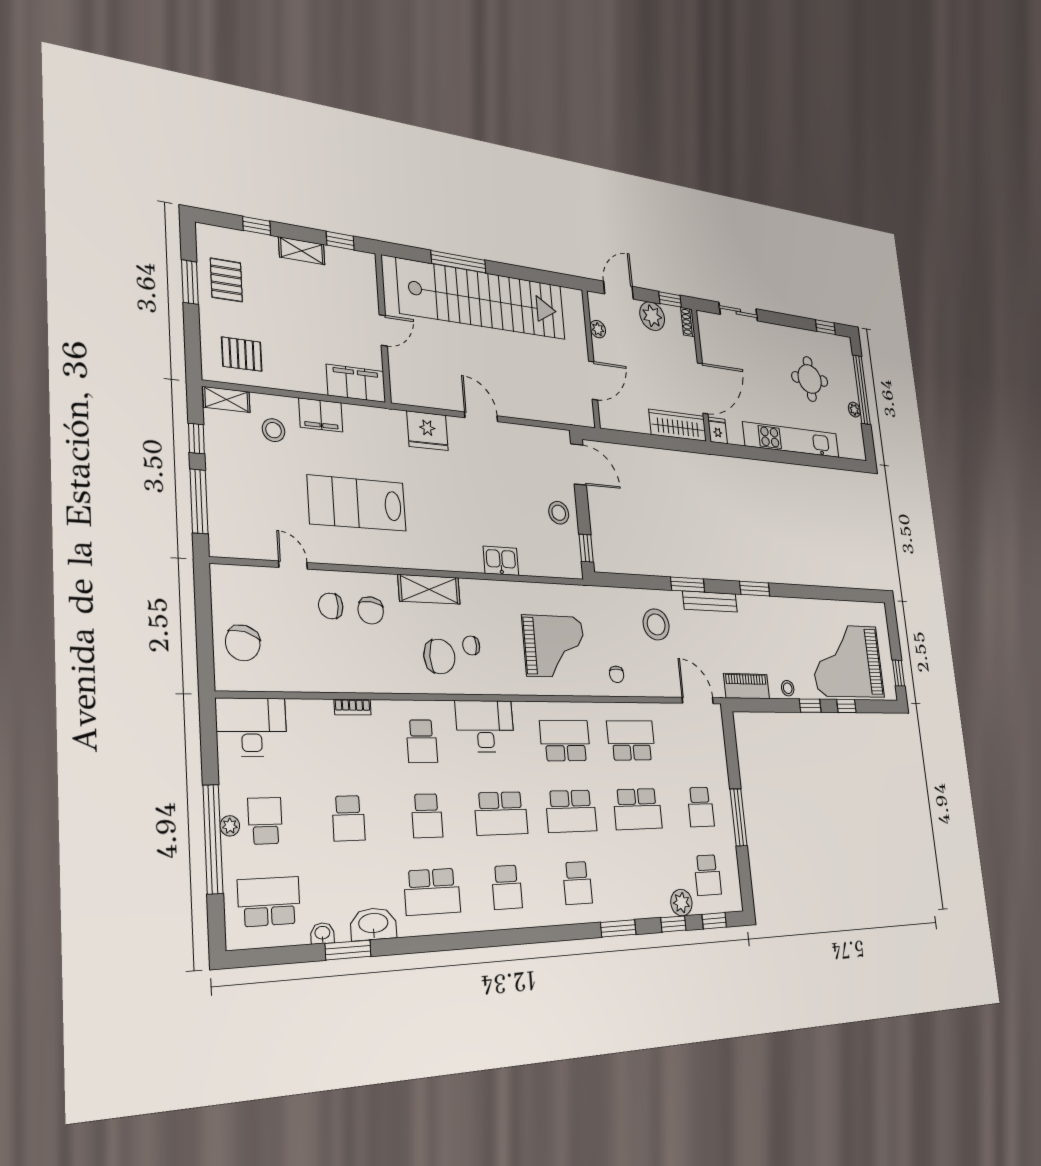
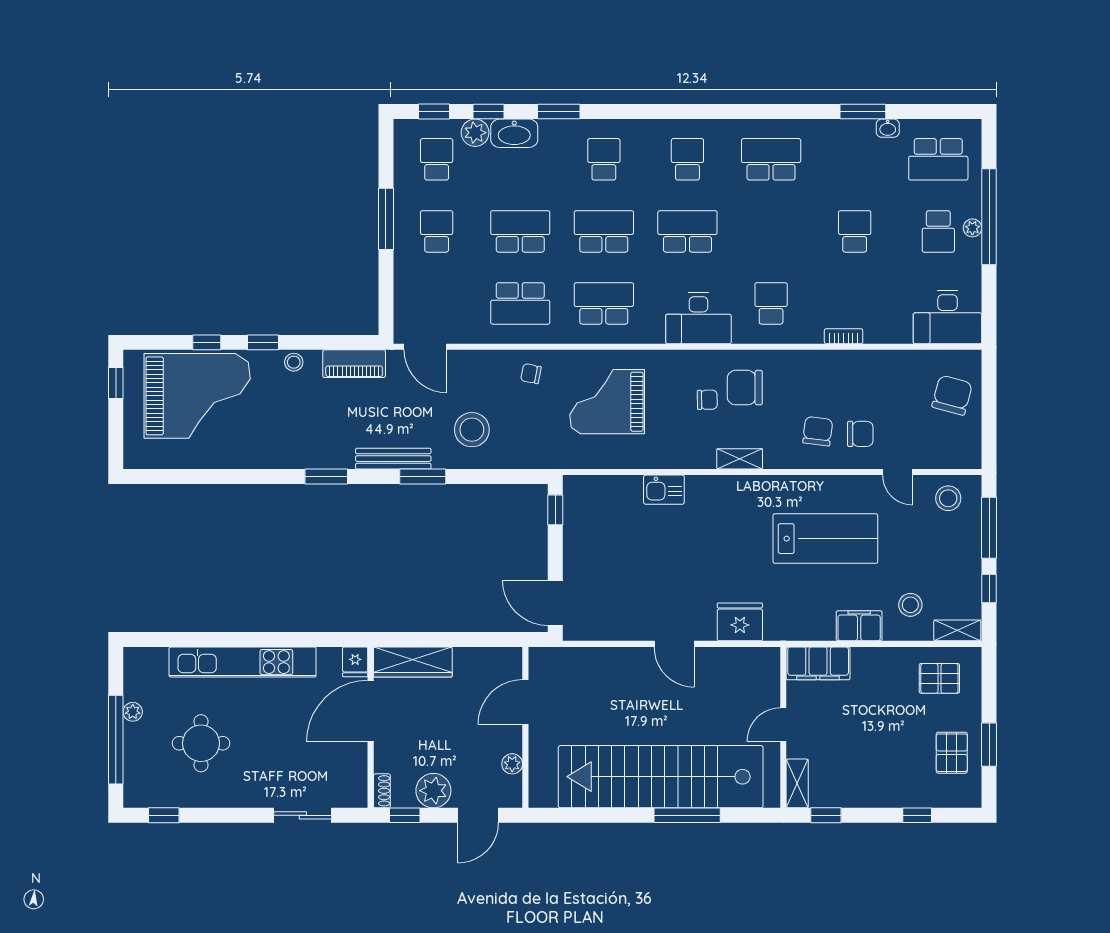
shelving: (302, 251) -> (797, 783), moved, turned 90
stool: (559, 513) -> (948, 498), moved
shelving: (429, 589) -> (740, 459), width x0.67, depth x0.75
chair: (617, 674) -> (531, 374), turned -79
school desk: (565, 741) -> (604, 303), turned 180
school desk: (427, 816) -> (771, 231), removed
washbasin: (373, 924) -> (514, 133), moved

